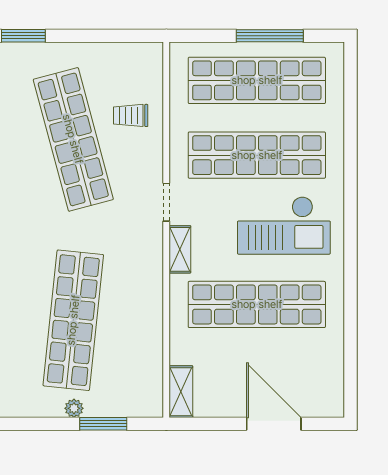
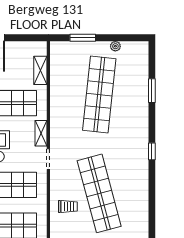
shelving: (181, 392) -> (40, 70), moved
plant: (74, 408) -> (115, 46), moved

